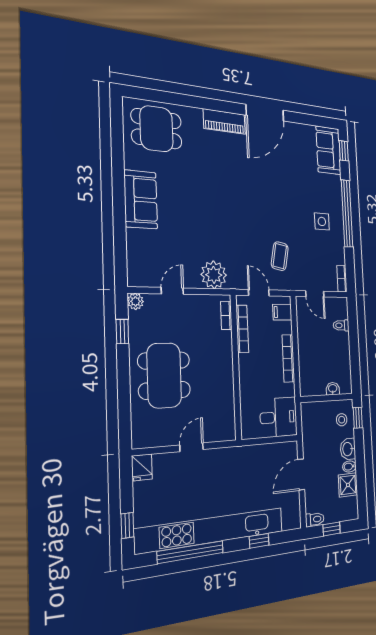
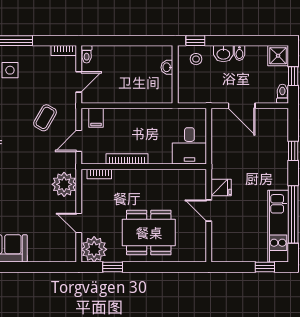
coffee table: (280, 256) -> (45, 118), turned -71
plant: (135, 301) -> (94, 249), width x1.88, depth x1.88
toilet: (341, 325) -> (87, 54), moved
bookcase: (242, 329) -> (127, 159), moved
bookcase: (288, 358) -> (138, 114), removed
desk: (278, 417) -> (189, 146), moved, turned 180
fridge: (142, 467) -> (221, 188), moved
shower: (348, 485) -> (278, 56), moved
kitchen unit: (211, 530) -> (278, 226), width x0.54

